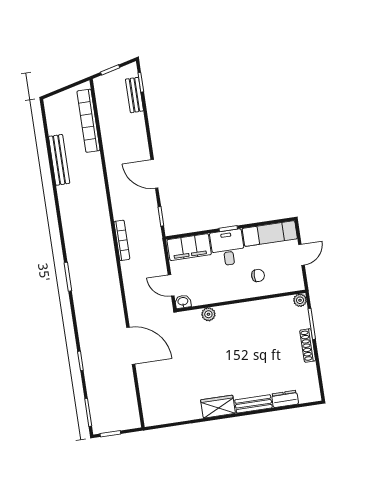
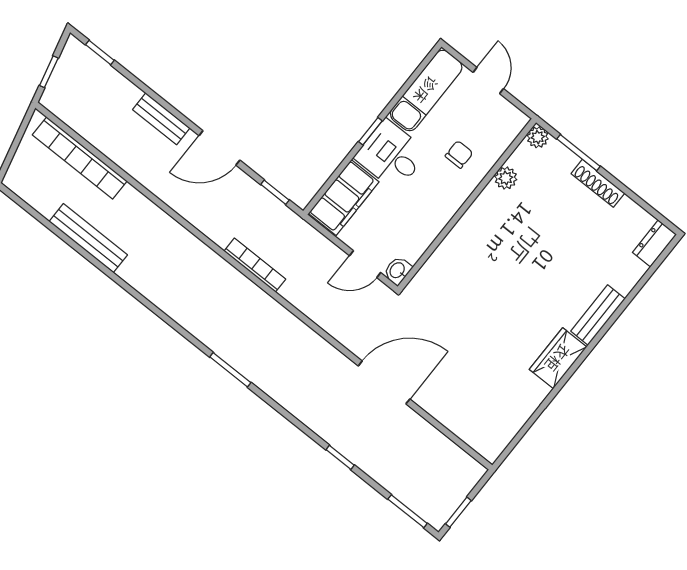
bench: (134, 95) -> (161, 119), moved
plant: (208, 314) -> (506, 178), moved
dresser: (285, 399) -> (655, 243), moved

